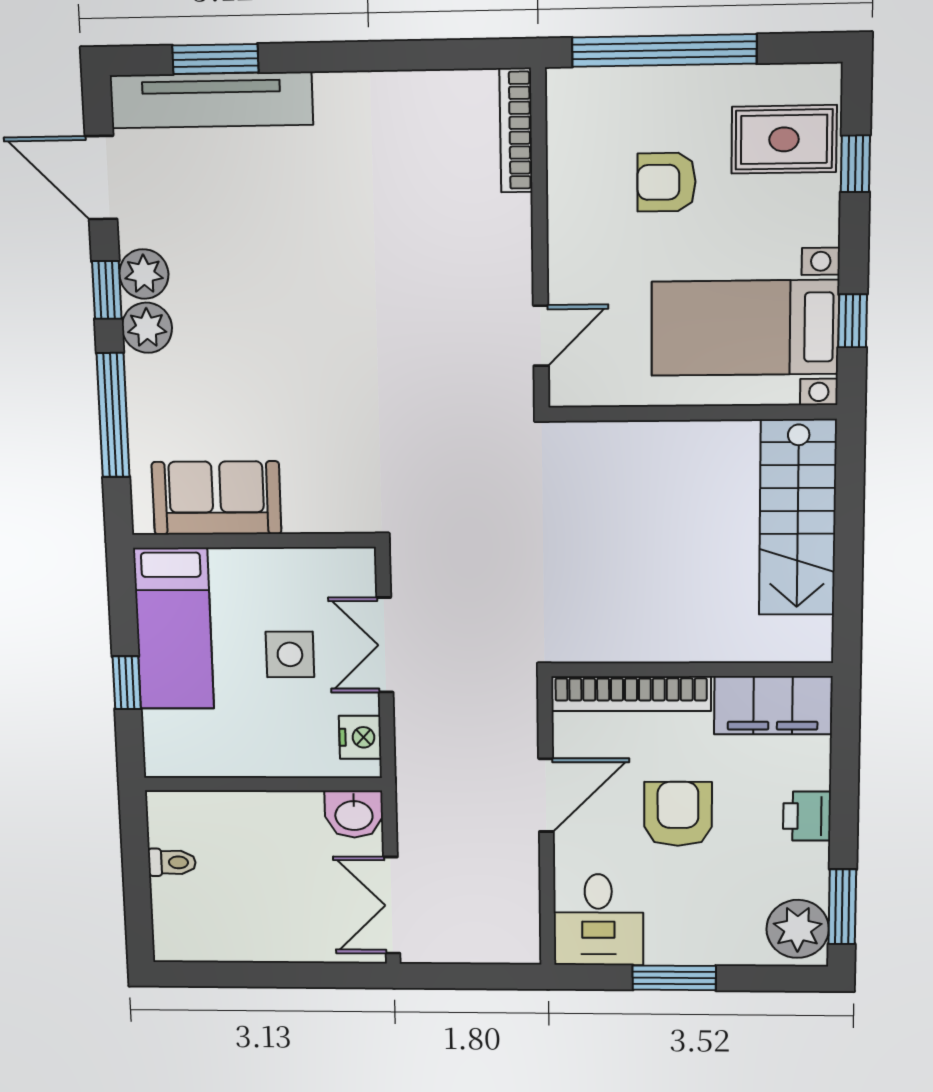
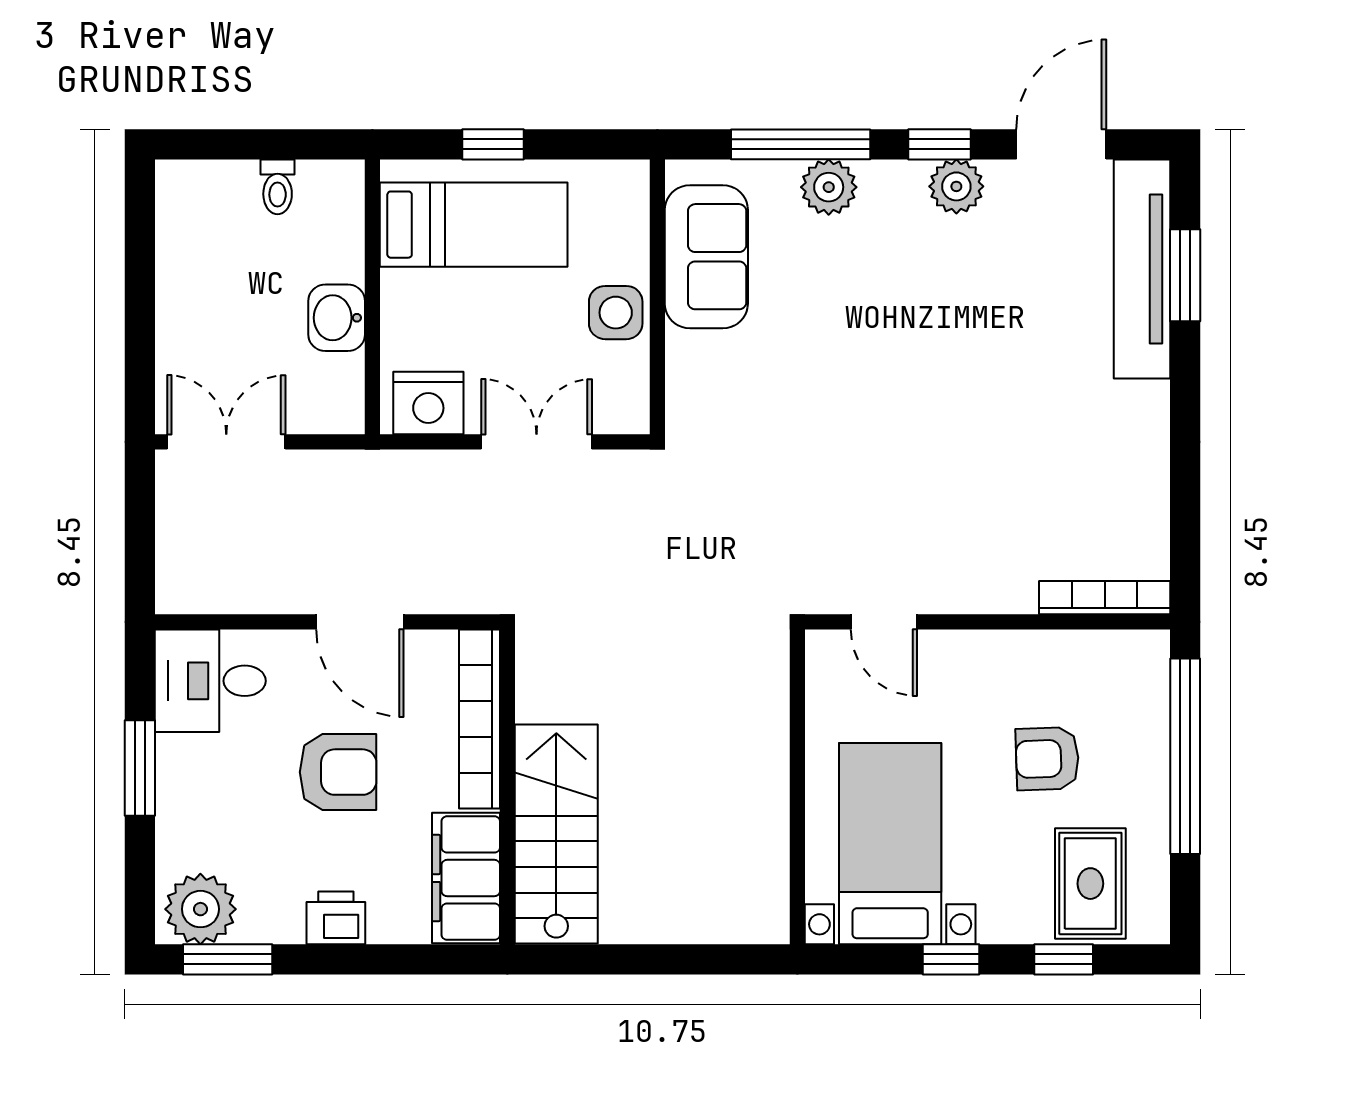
armchair: (666, 182) -> (1047, 759), turned -92
window: (853, 321) -> (951, 959), moved
plant: (147, 328) -> (829, 187), moved
stairs: (798, 518) -> (556, 834), moved, turned 90
bed: (174, 629) -> (474, 225), moved, turned 180
side table: (290, 654) -> (616, 313), moved
nightstand: (360, 737) -> (428, 403), width x1.36, depth x1.33
washbasin: (354, 814) -> (337, 318), moved

